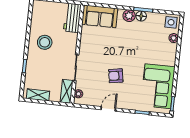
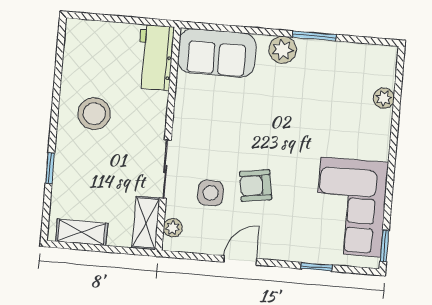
floor lamp: (141, 16) -> (310, 50), removed
side table: (171, 22) -> (211, 193), moved

